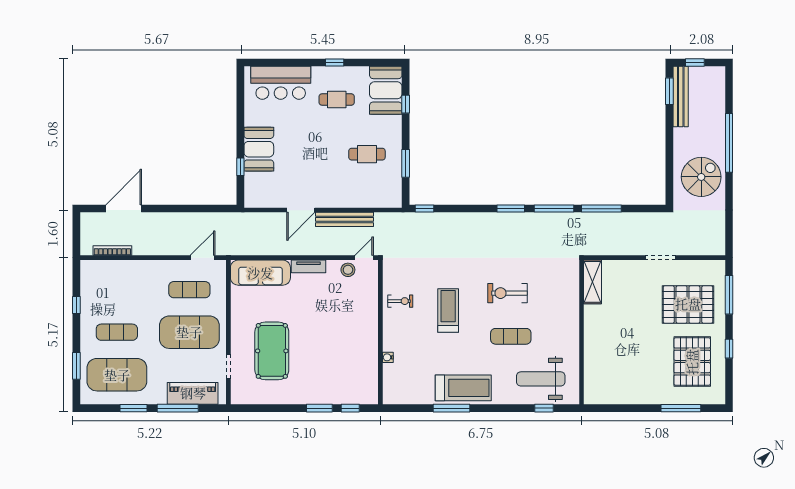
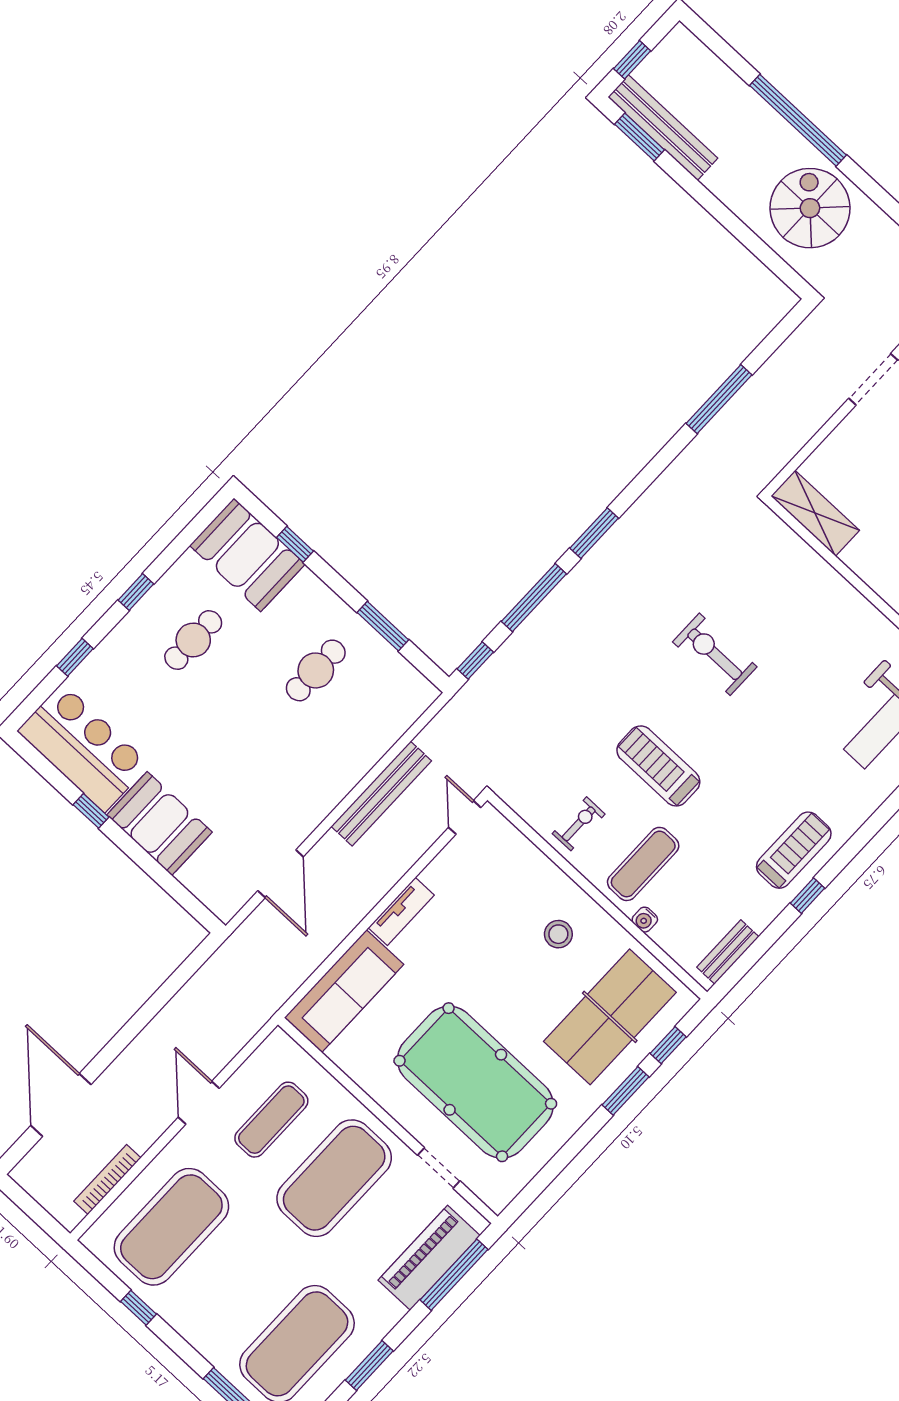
window: (290, 62) -> (75, 657), added
bar counter: (281, 83) -> (83, 748), moved, turned -90
window: (240, 167) -> (91, 811), moved
window: (554, 209) -> (534, 598), moved
door: (301, 210) -> (281, 874), moved
door: (203, 258) -> (199, 1103), moved
stool: (348, 270) -> (558, 934), moved
exercise bike: (508, 293) -> (715, 654), turned 90
exercise mat: (117, 332) -> (171, 1227), moved, width x2.00, depth x1.45
exercise mat: (511, 336) -> (643, 864), moved
pool table: (272, 351) -> (475, 1082), width x1.36, depth x1.32
table tennis table: (341, 378) -> (610, 1017), added
treadmill: (463, 388) -> (794, 850), width x0.73, depth x0.73
bench: (404, 398) -> (728, 952), added
window: (178, 408) -> (454, 1275), moved
window: (451, 408) -> (808, 896), width x0.46

